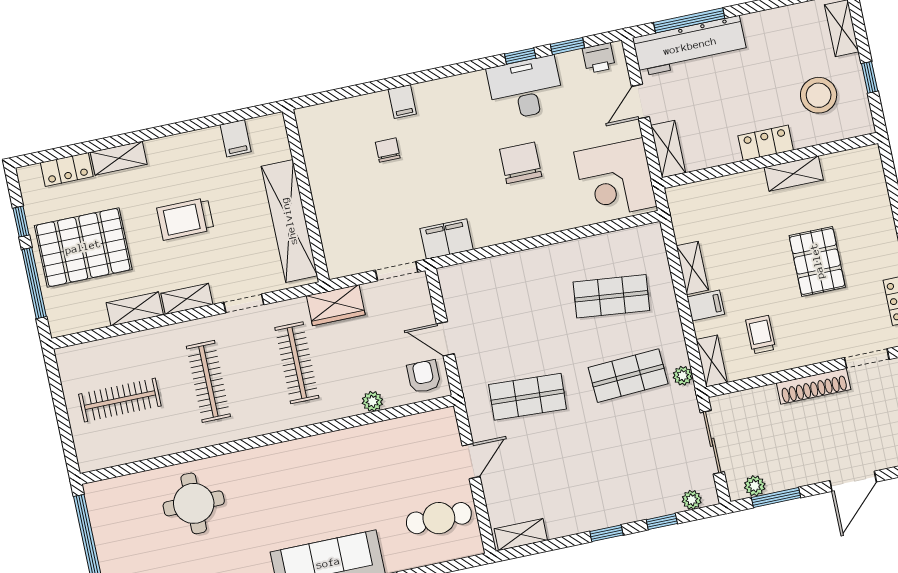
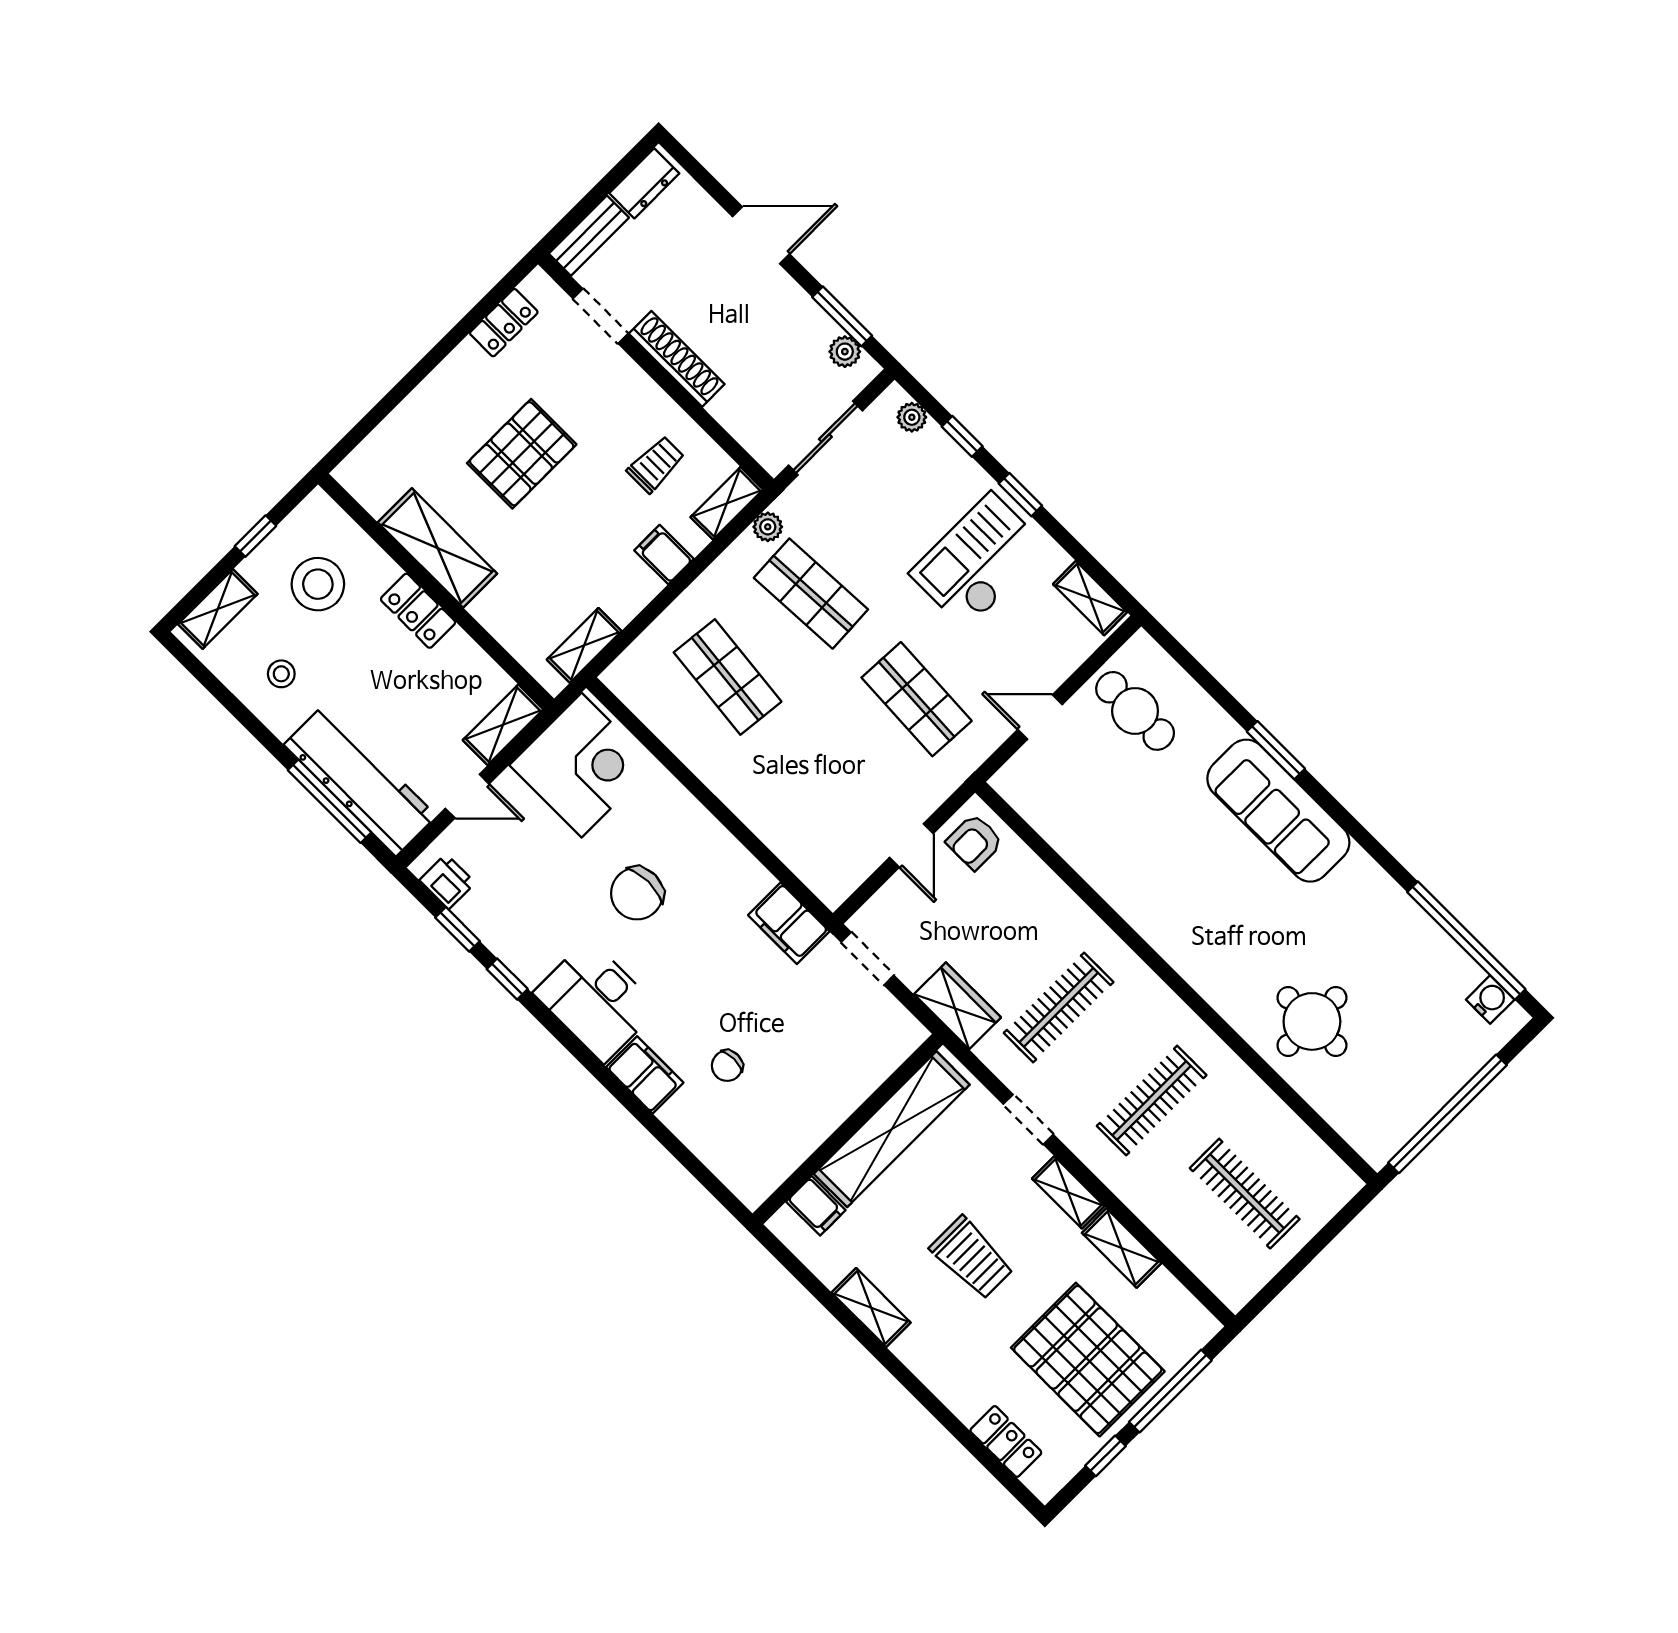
stool: (781, 40) -> (281, 674), added
desk: (525, 88) -> (596, 1001), moved
filing cabinet: (402, 102) -> (645, 1075), width x2.00
filing cabinet: (236, 138) -> (816, 1206), moved, turned 90
shelving: (119, 158) -> (871, 1308), moved
shelving: (794, 174) -> (437, 548), width x1.50, depth x1.33
shelving: (692, 268) -> (584, 645), moved
trolley: (761, 335) -> (656, 464), turned 180
plant: (372, 401) -> (1046, 885), removed
checkout: (584, 484) -> (979, 561), added

